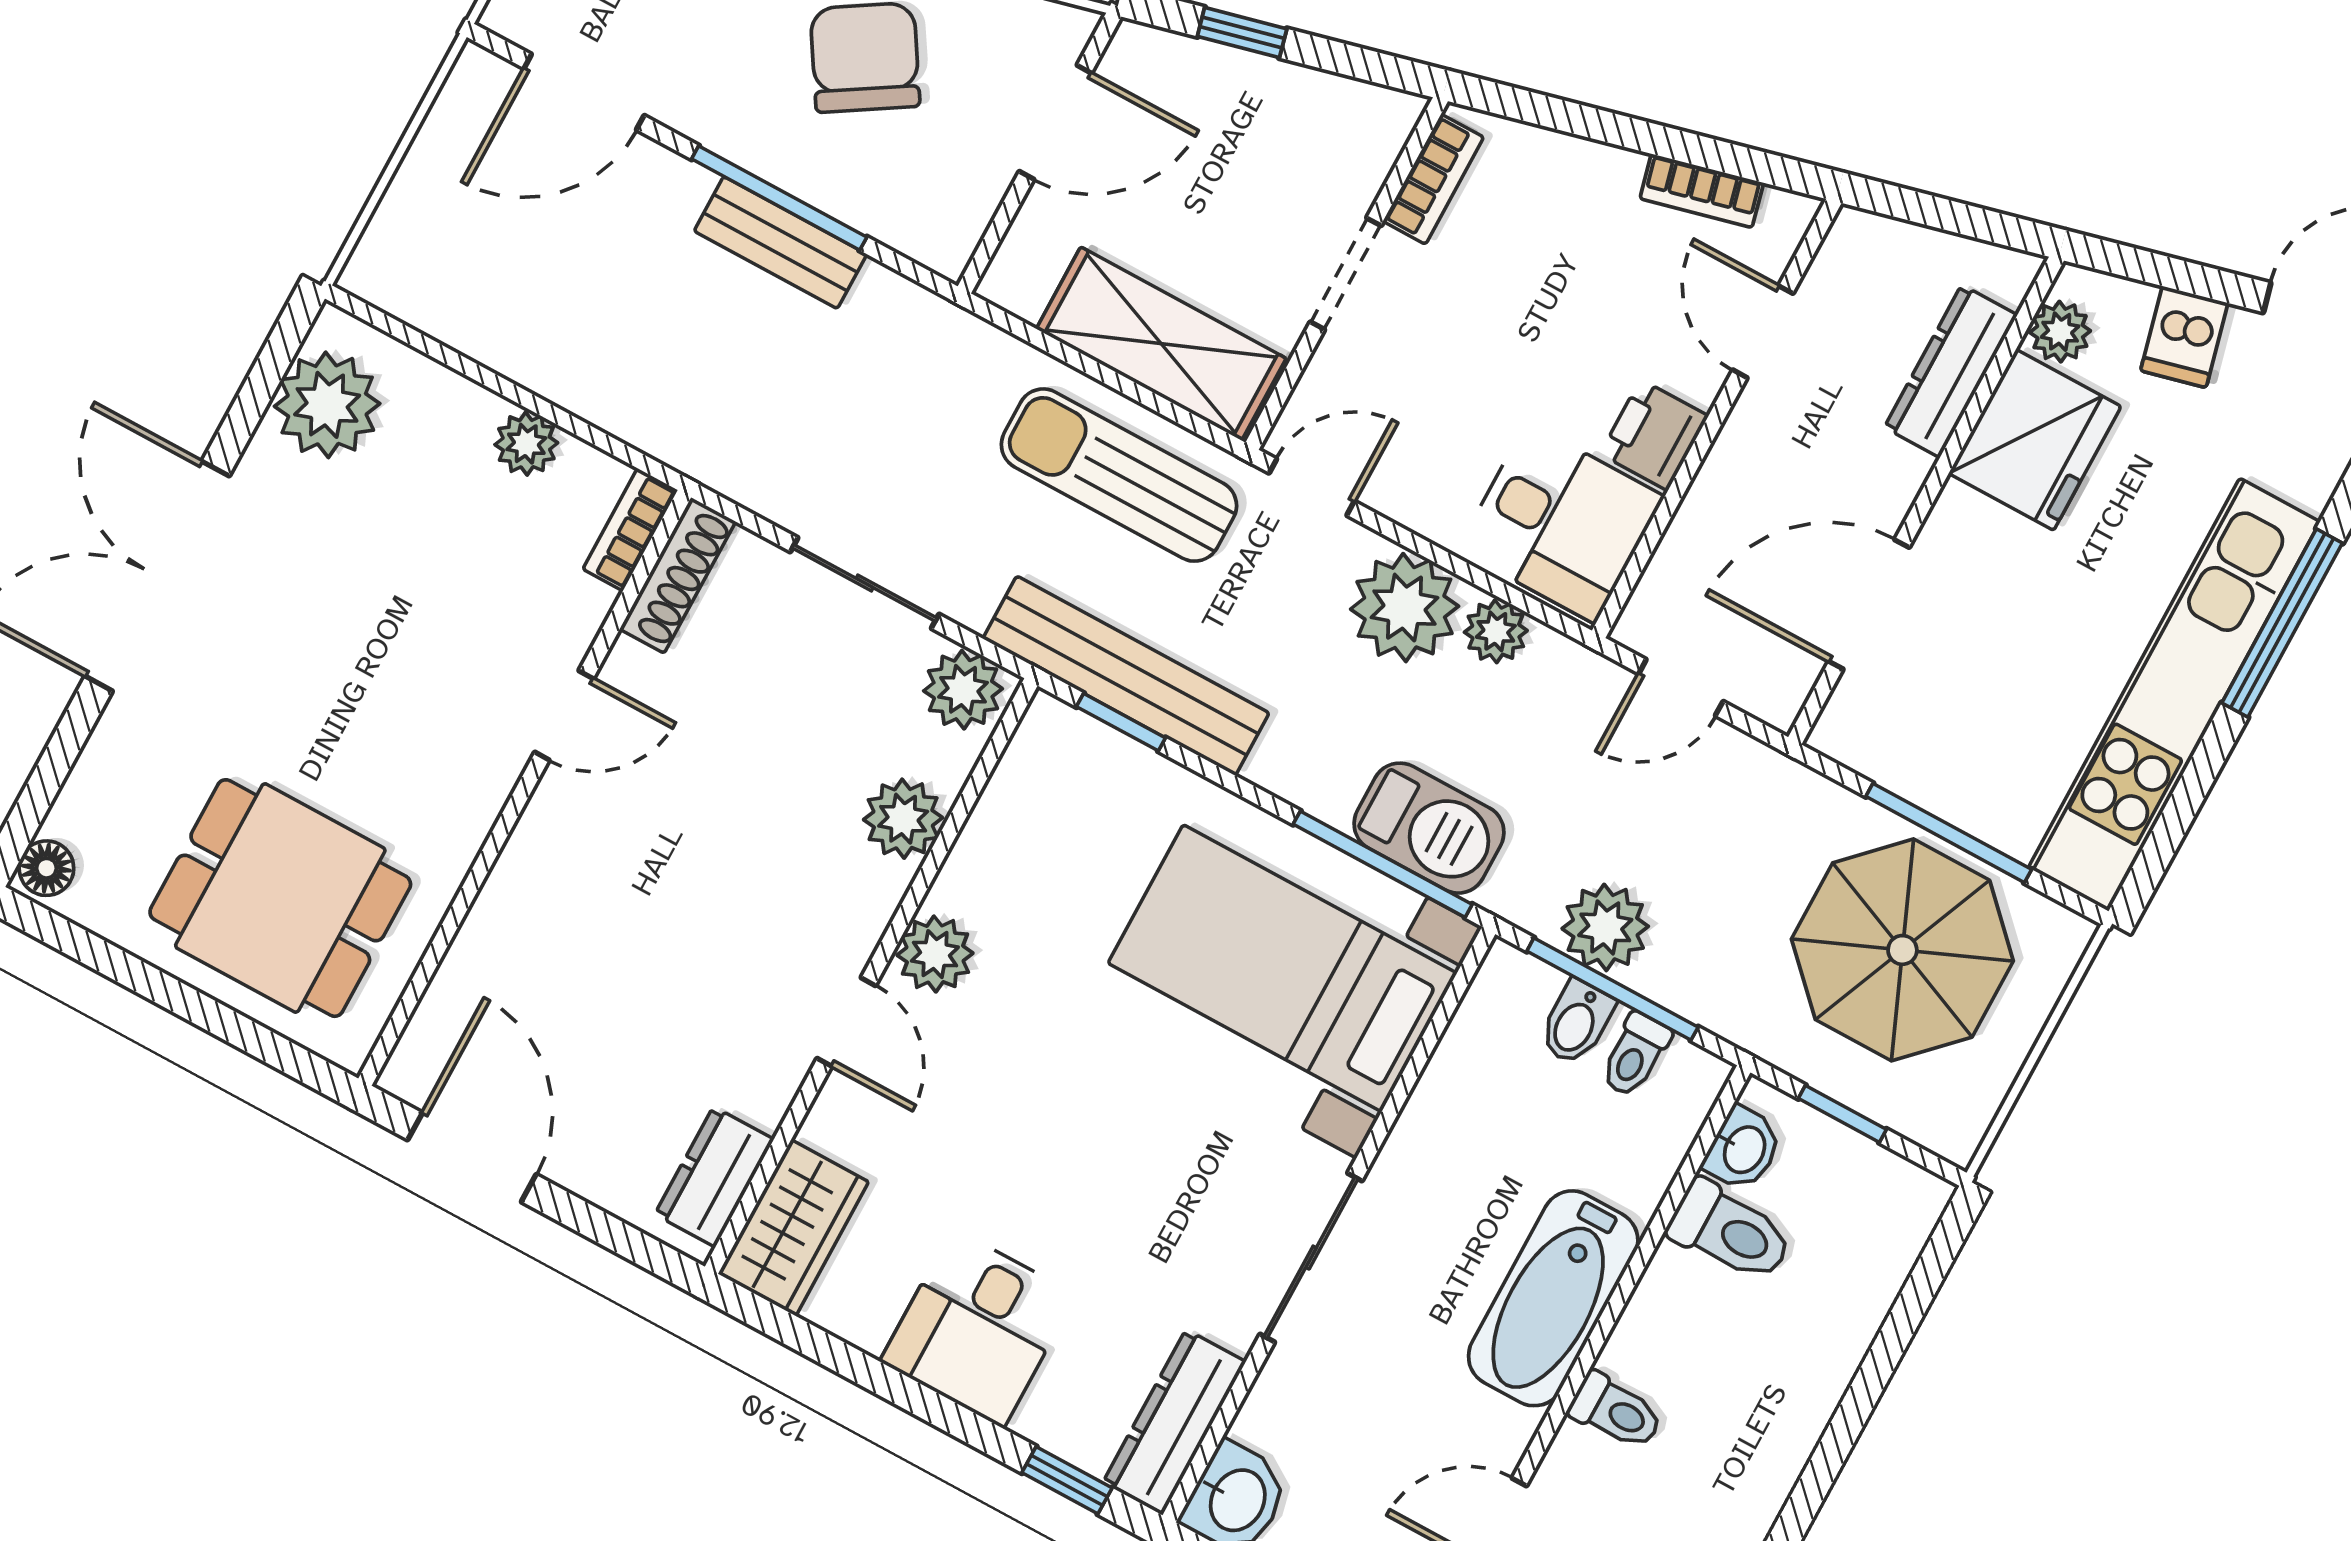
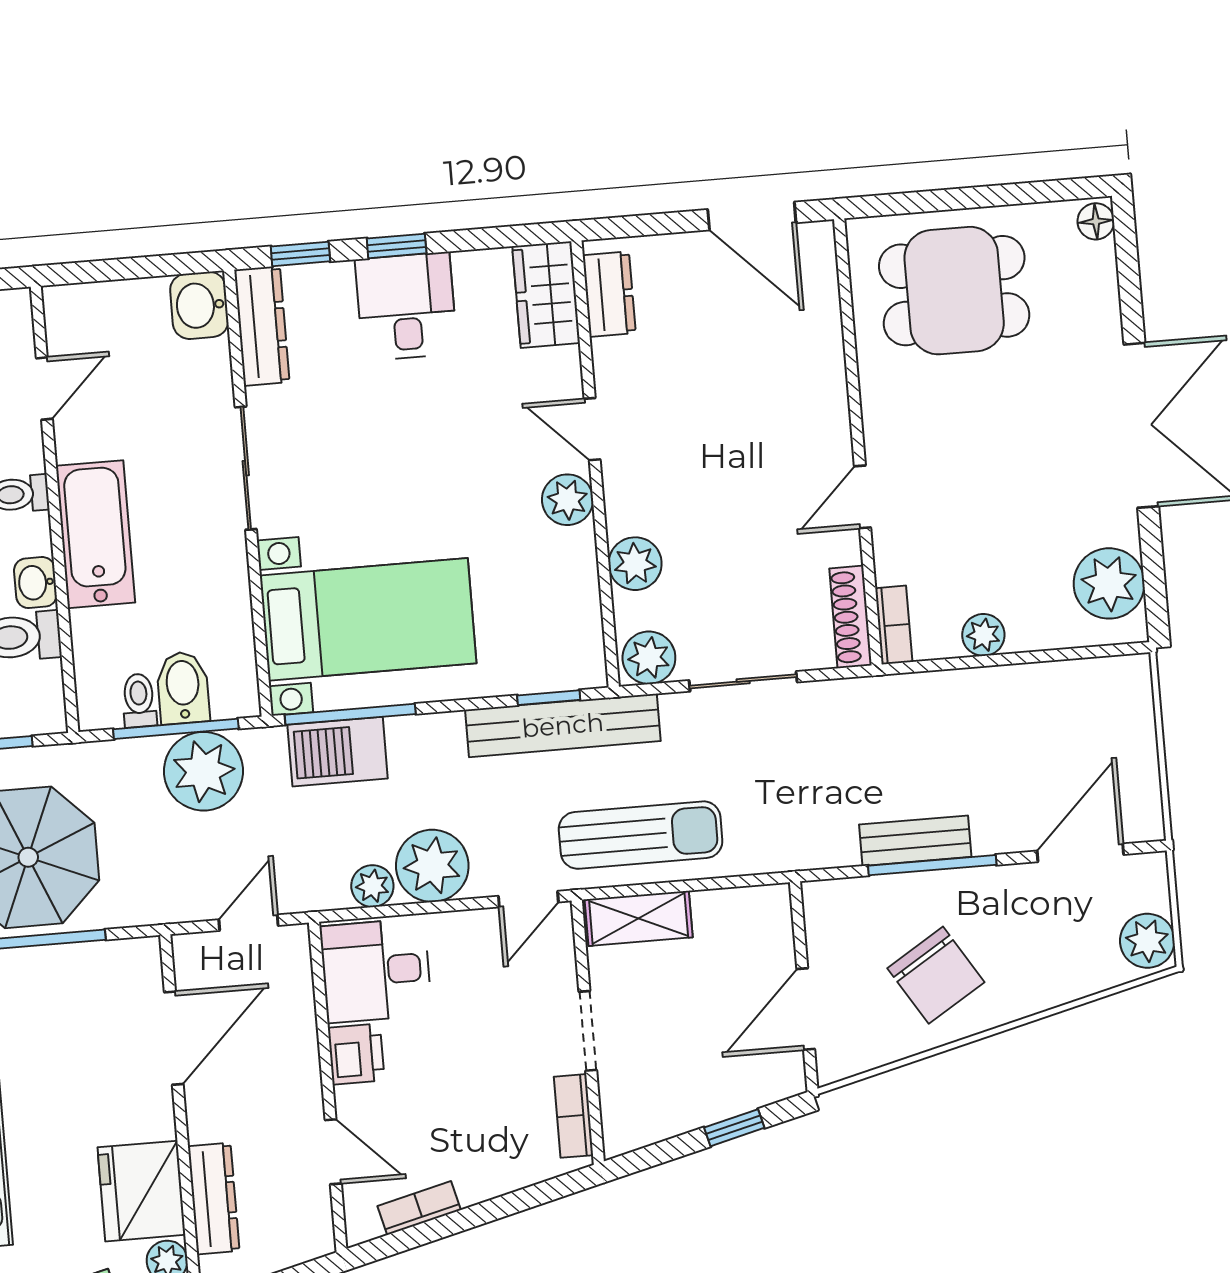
shelving: (1161, 344) -> (639, 918), width x0.67, depth x0.75
plant: (1605, 927) -> (203, 771), width x1.36, depth x1.36
bidet: (1577, 1022) -> (183, 688), width x1.38, depth x1.36
washbasin: (1743, 1149) -> (35, 583), moved
window: (940, 1411) -> (397, 246), added

